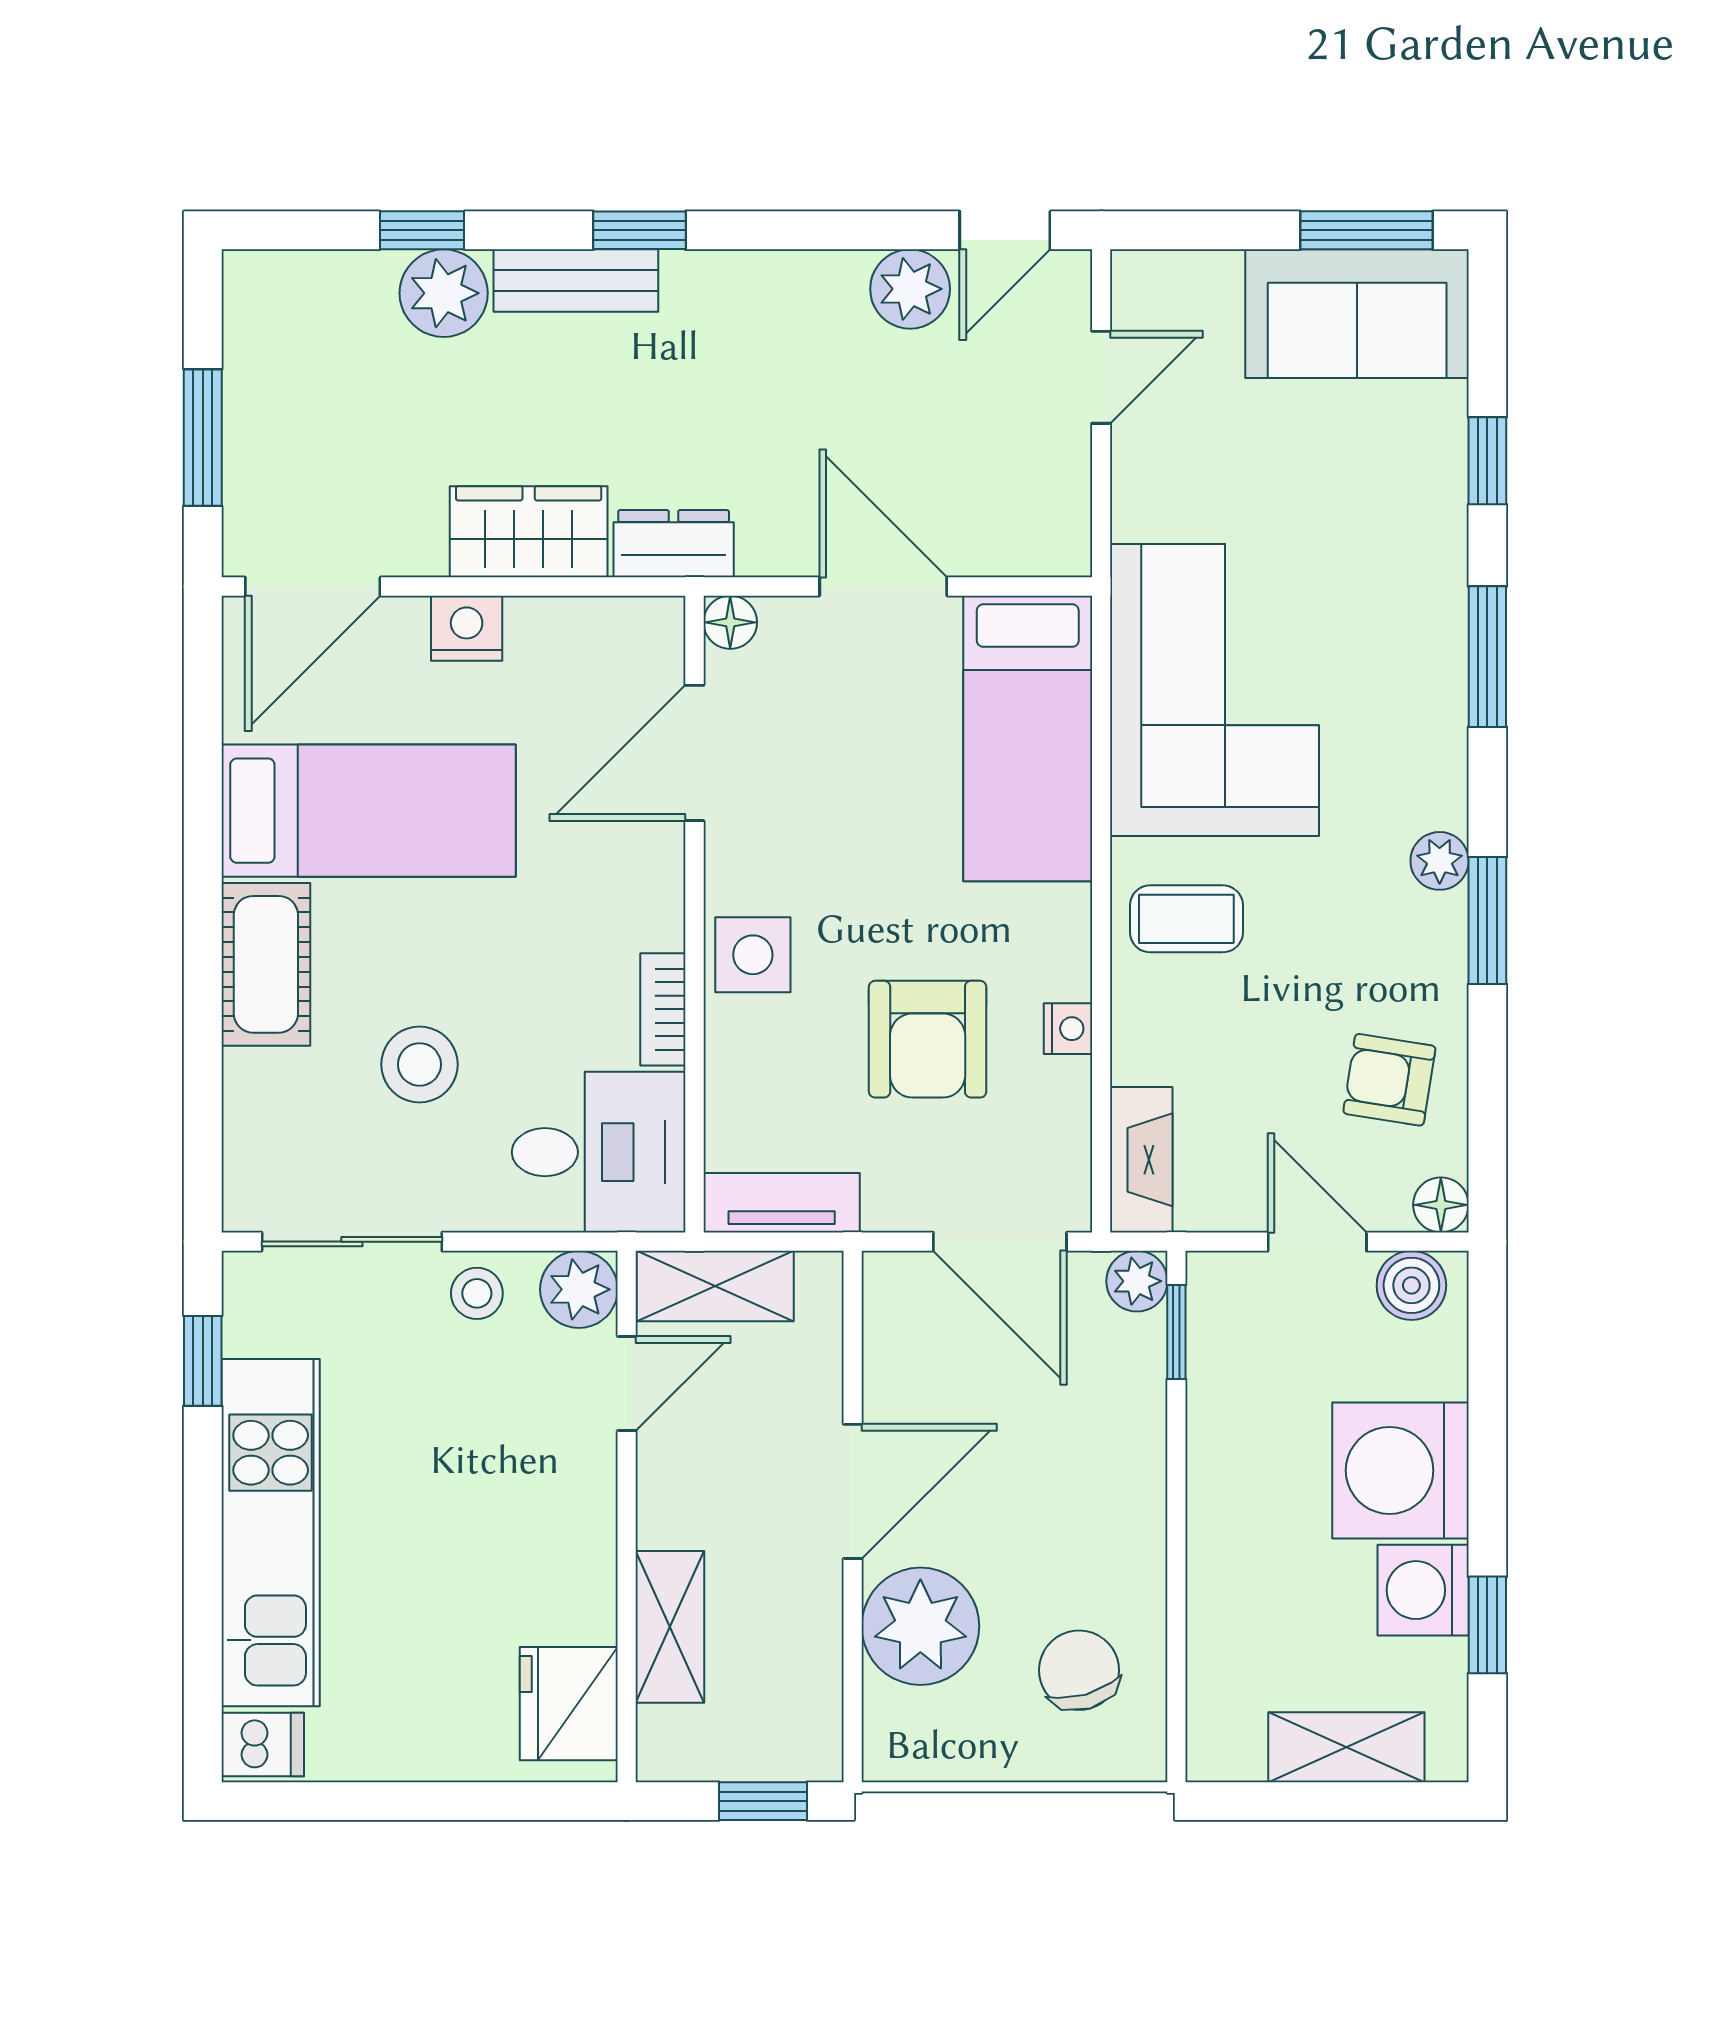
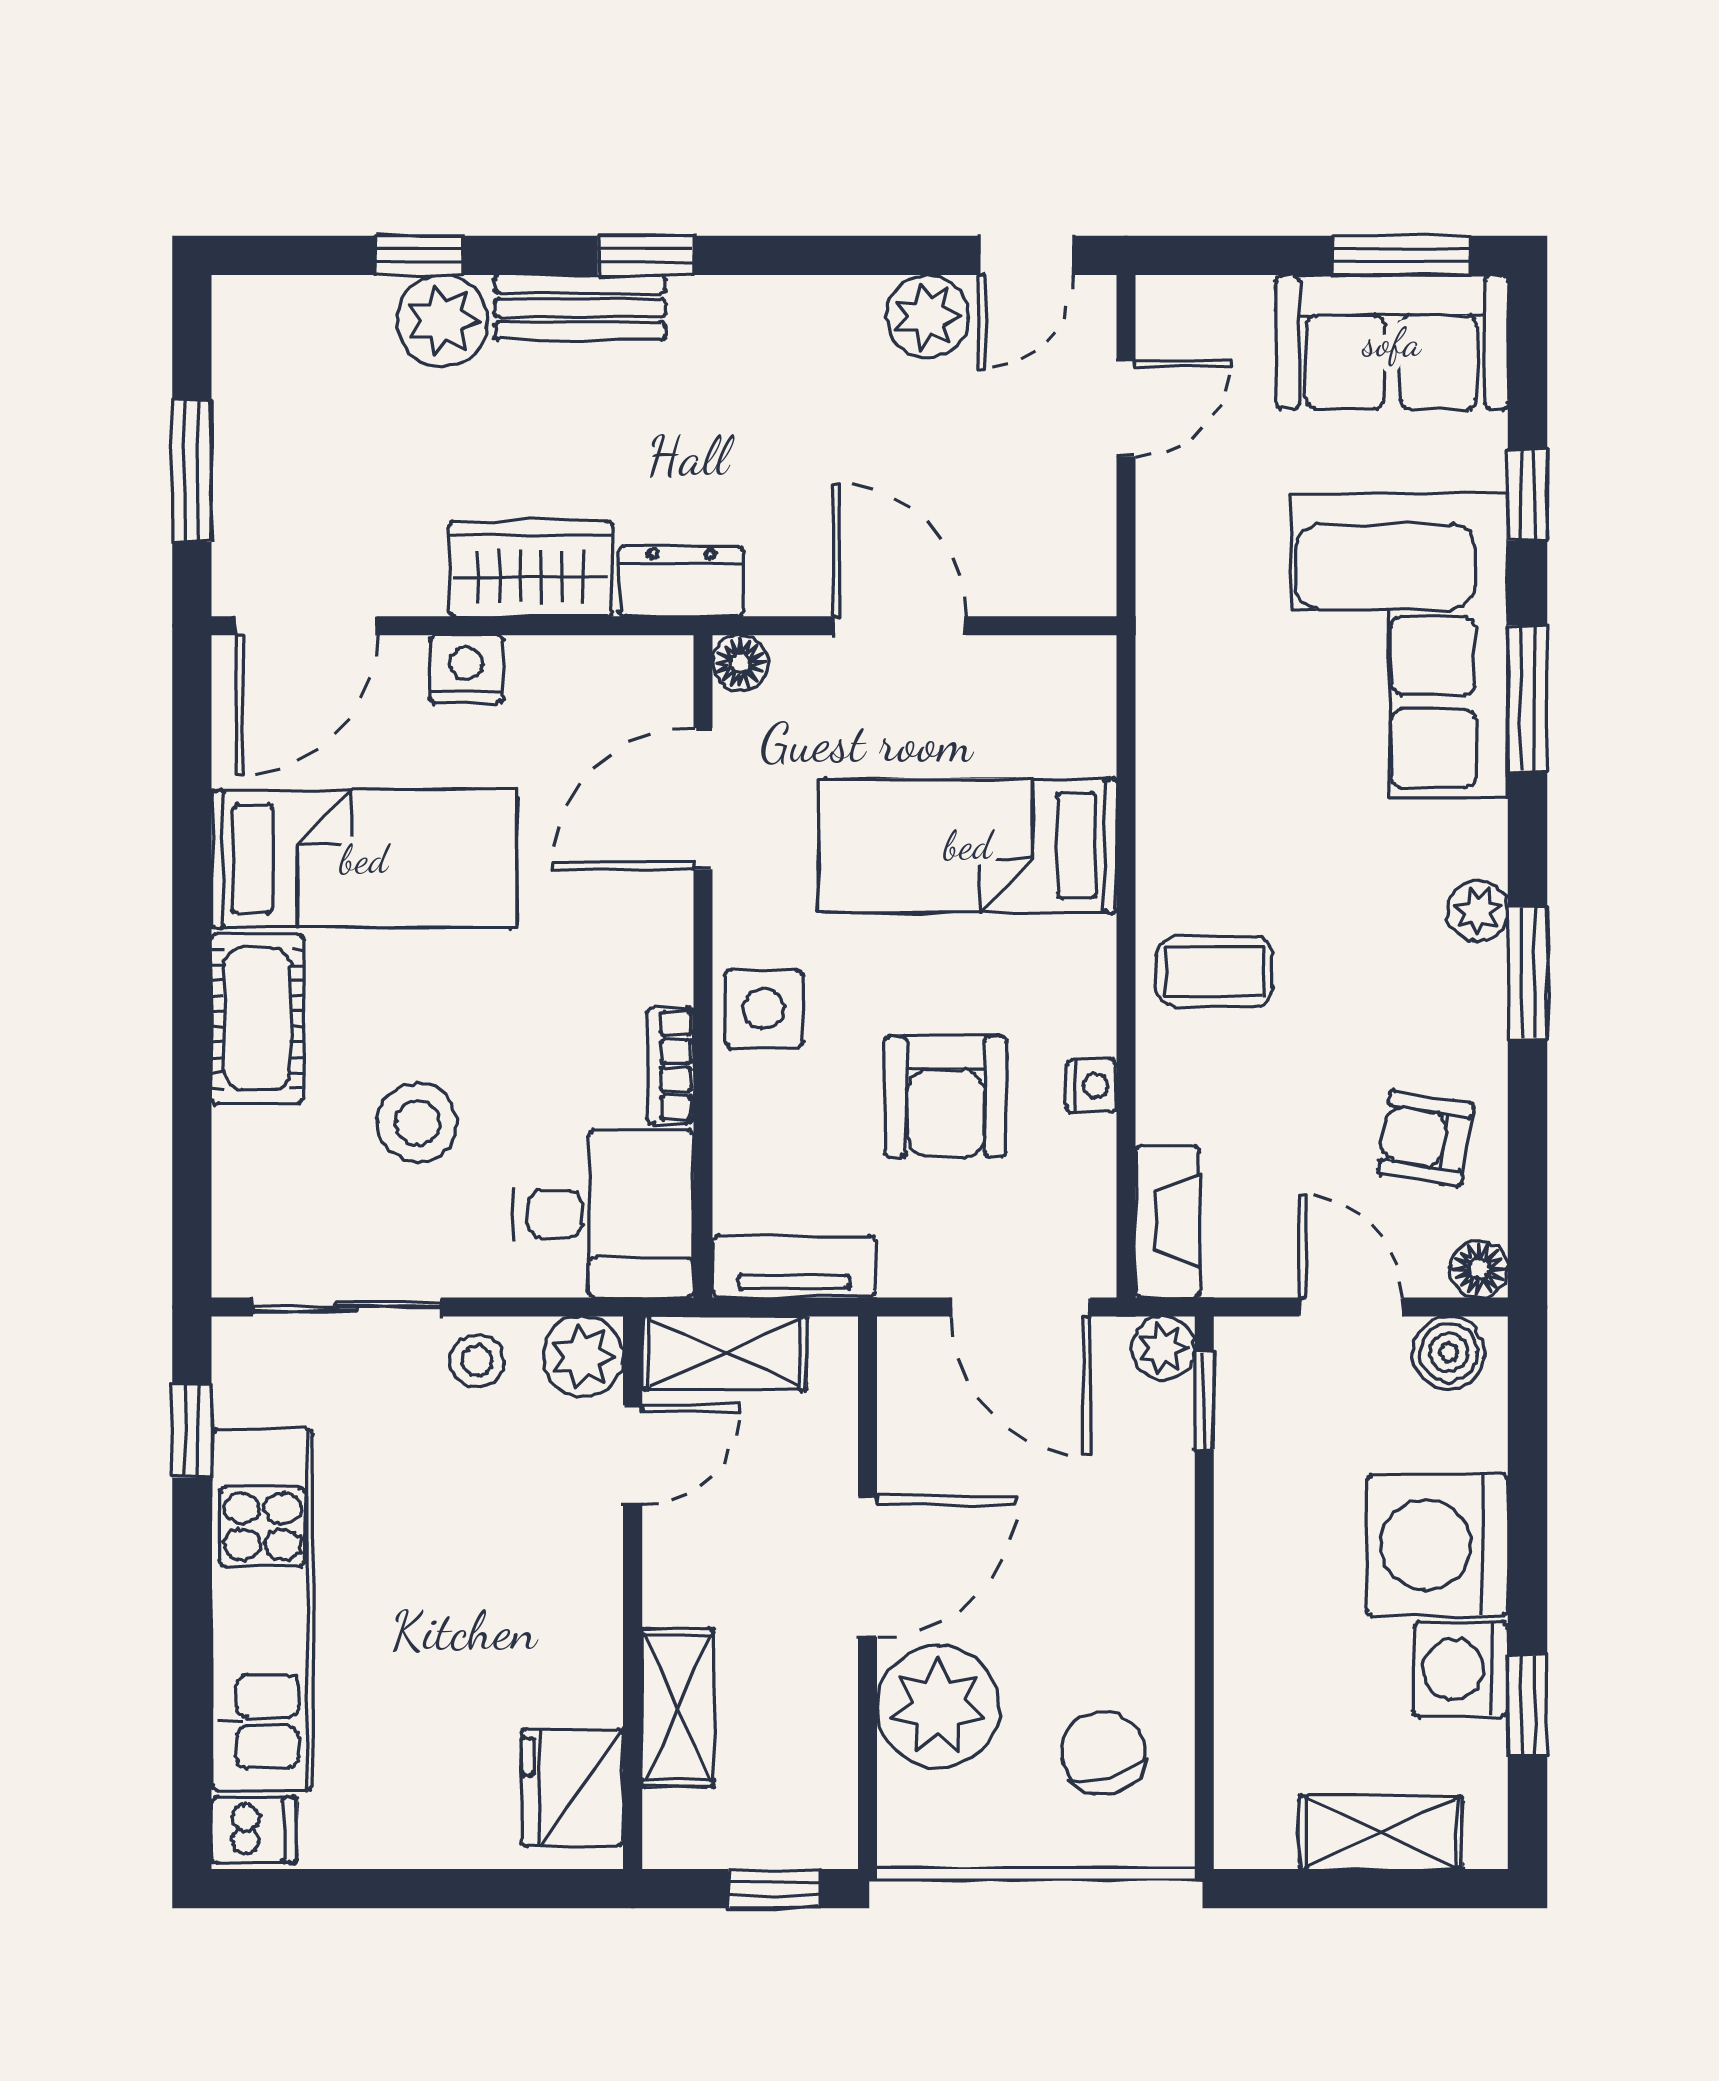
corner sofa: (1214, 690) -> (1400, 646), moved, turned 180
bed: (1028, 738) -> (968, 845), moved, turned 90

